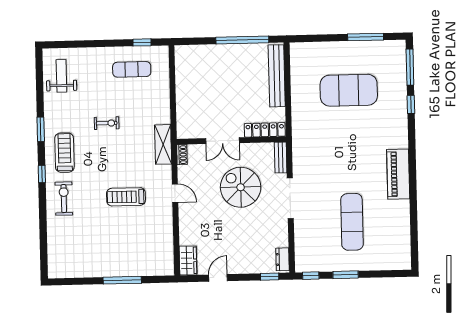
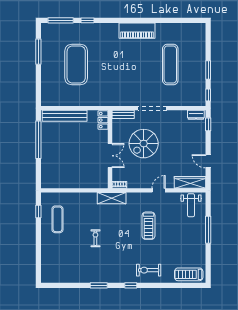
weight bench: (61, 76) -> (191, 205), moved, turned -90
locker: (265, 130) -> (103, 120), width x0.66
treadmill: (64, 153) -> (189, 274), moved
door: (175, 193) -> (159, 190), moved
exercise mat: (352, 222) -> (170, 64), turned 90
wardrobe: (188, 261) -> (190, 182), width x1.50

